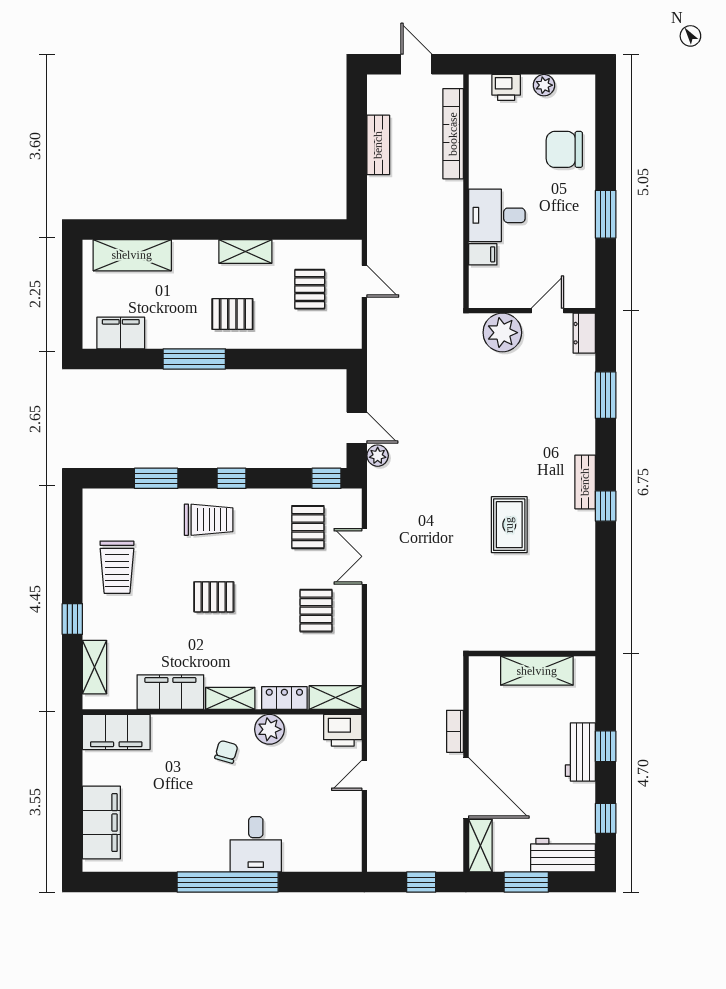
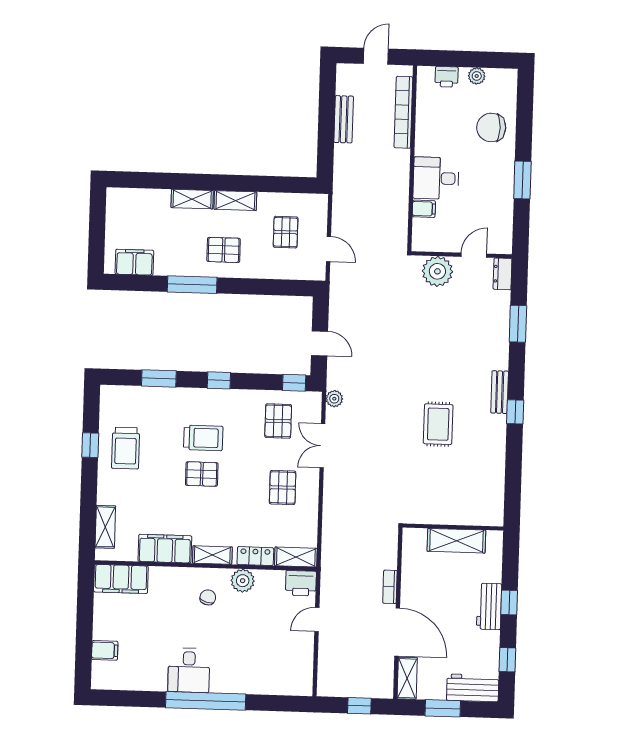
door: (416, 64) -> (376, 56), hinge flipped
shelving: (132, 255) -> (192, 199), moved, width x0.67, depth x0.75
door: (364, 281) -> (329, 249), moved
plant: (378, 456) -> (334, 399), moved
trolley: (209, 520) -> (203, 438), moved
window: (72, 619) -> (90, 445), moved
filing cabinet: (101, 823) -> (105, 650), width x0.33, depth x0.86
desk: (256, 844) -> (189, 670), moved

